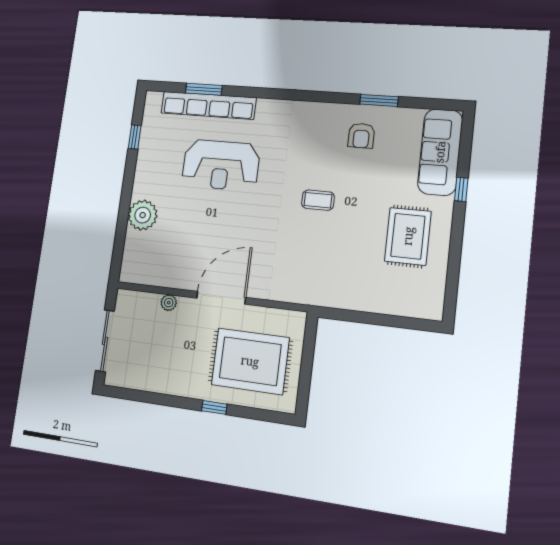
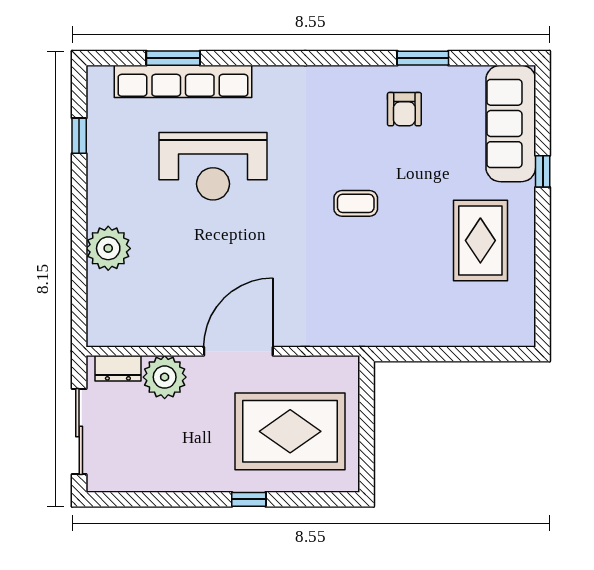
dresser: (137, 300) -> (118, 368), added
plant: (169, 303) -> (165, 377), width x1.88, depth x1.88

